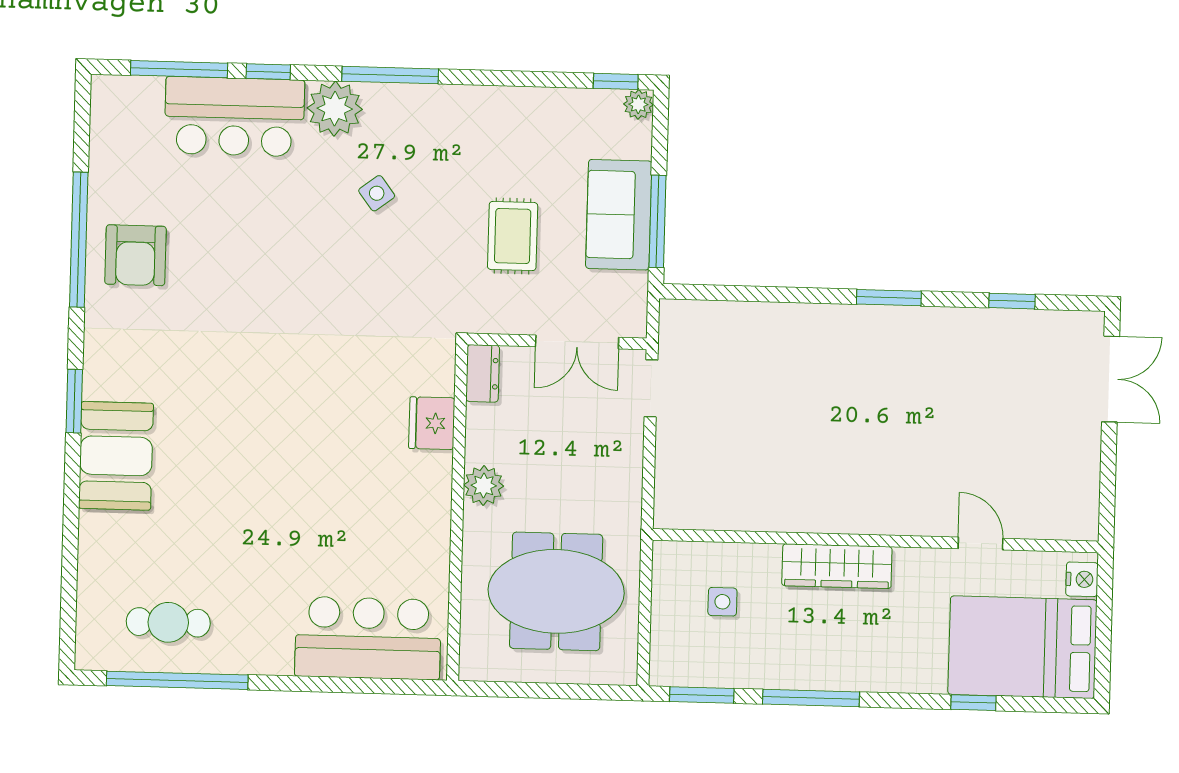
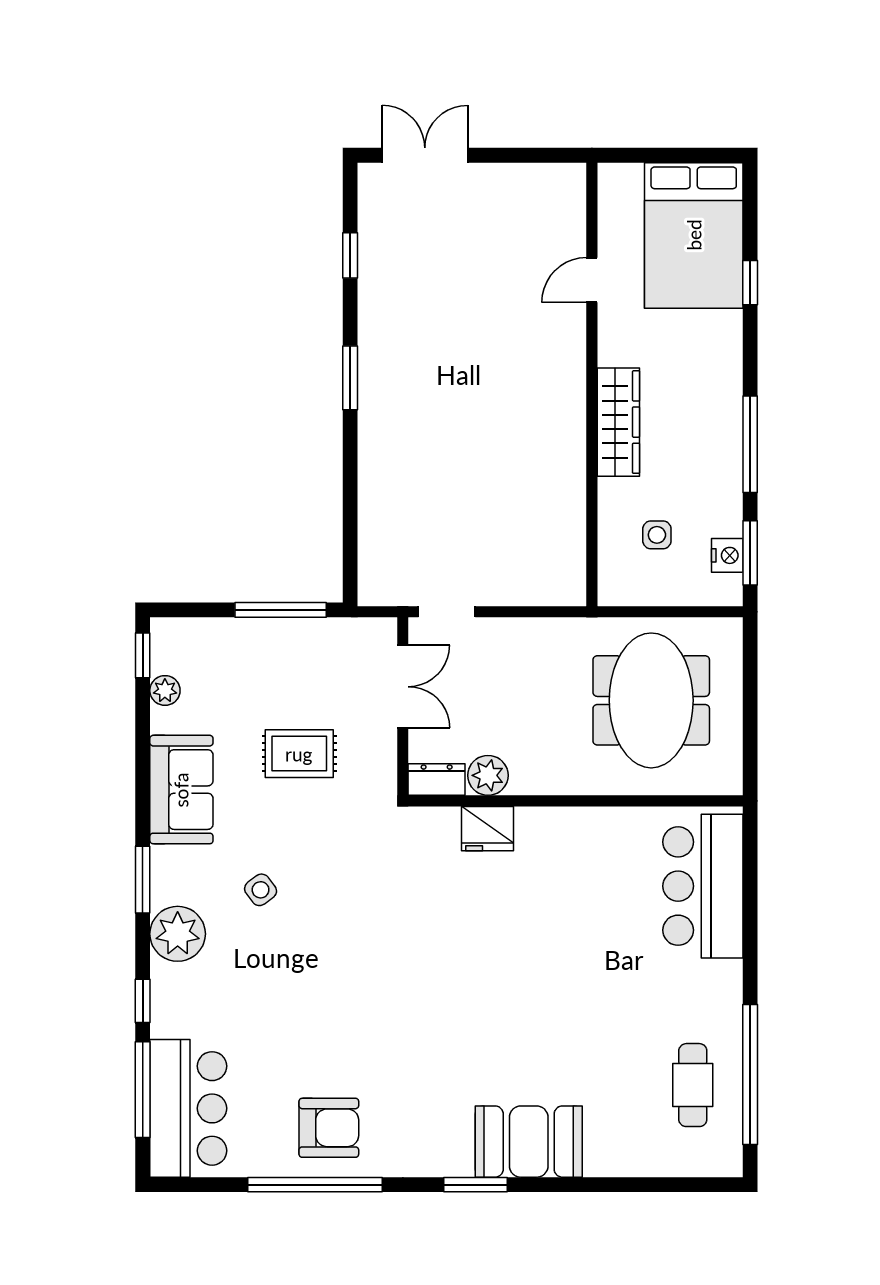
window: (390, 75) -> (143, 880), width x0.69
plant: (638, 104) -> (165, 690), moved
bar counter: (234, 117) -> (188, 1108), moved
sofa: (619, 215) -> (181, 790), moved, turned -90
plant: (484, 486) -> (488, 775), moved
nightstand: (1082, 579) -> (727, 555), moved, turned 90

